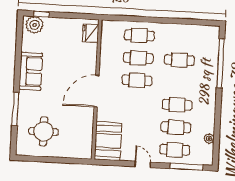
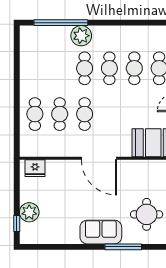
plant: (35, 25) -> (29, 212), moved
cafe table: (179, 60) -> (85, 68), moved
sofa: (31, 71) -> (101, 232), moved
plant: (209, 139) -> (81, 36), moved, width x1.88, depth x1.88

